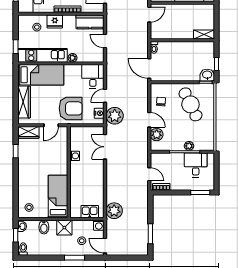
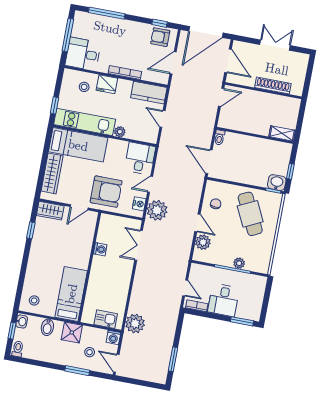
desk: (196, 165) -> (224, 300), moved, turned 180

